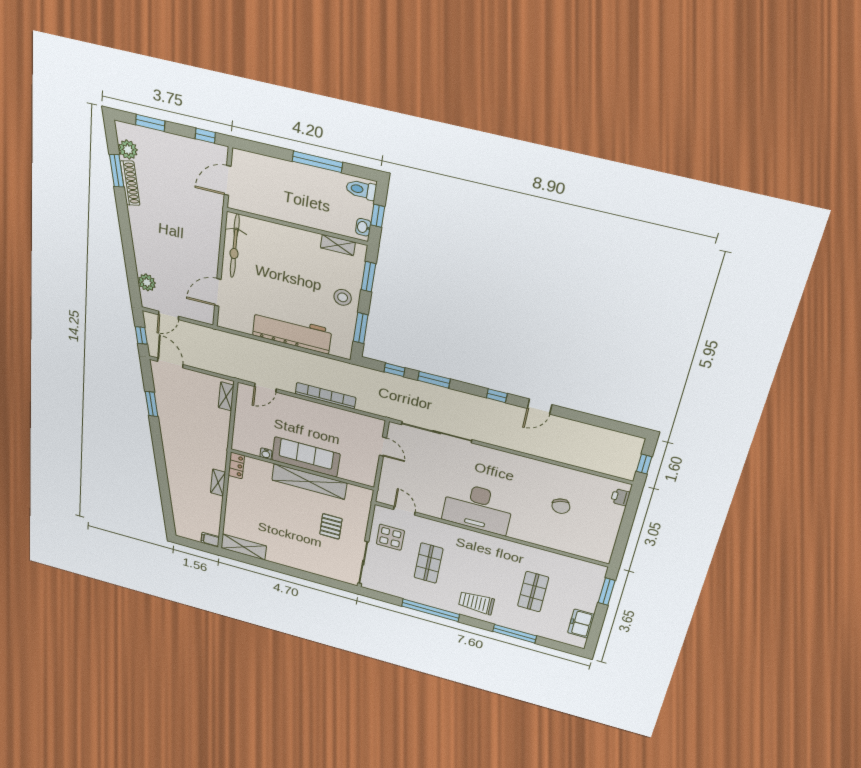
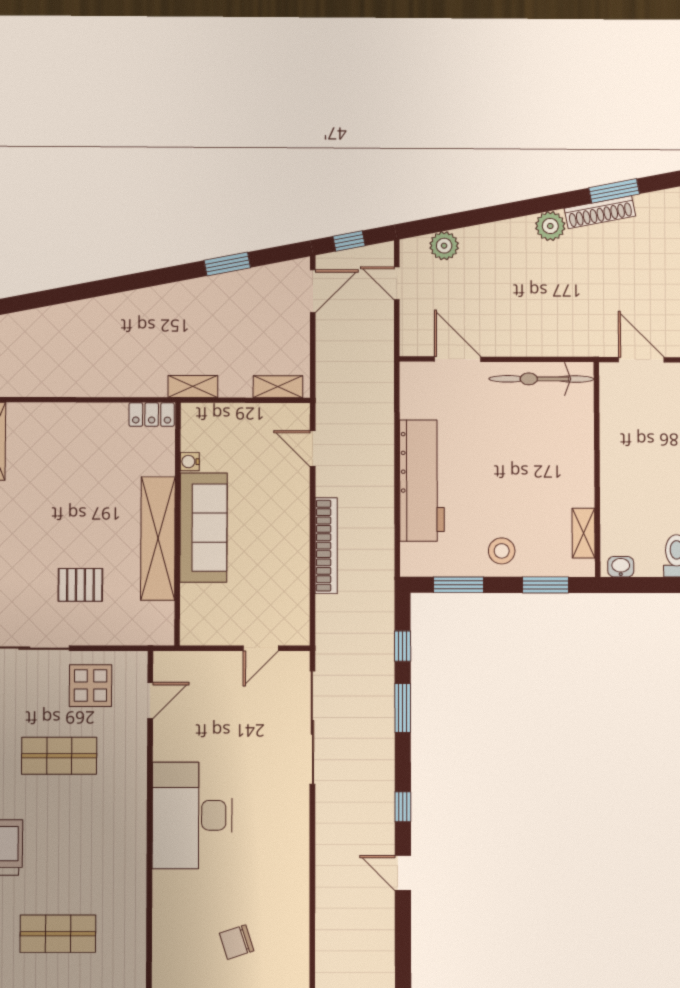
plant: (128, 150) -> (550, 226), moved
window: (378, 216) -> (644, 585), removed
shelving: (218, 482) -> (193, 386), moved

